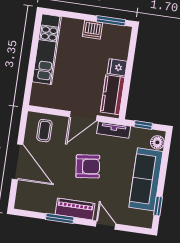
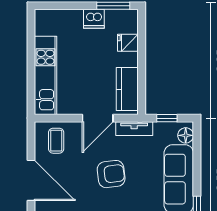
kitchen unit: (47, 49) -> (45, 75), moved
fridge: (117, 67) -> (128, 43), moved

